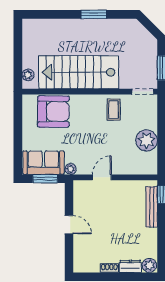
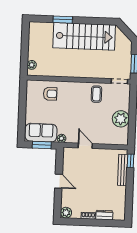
window: (94, 14) -> (63, 20), moved
stairs: (79, 72) -> (84, 36), moved, turned 180
armchair: (53, 112) -> (50, 94), width x0.53, depth x0.53
door: (102, 177) -> (85, 146), hinge flipped
plant: (149, 265) -> (66, 213), moved

